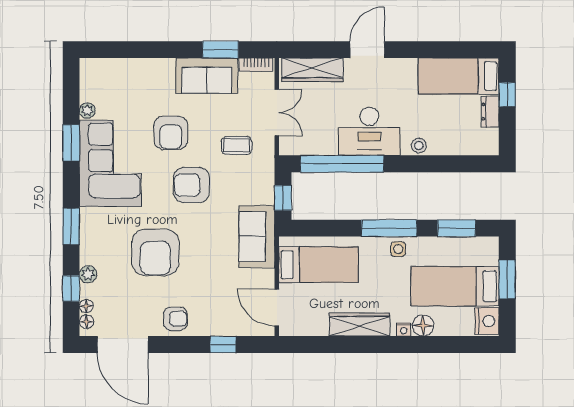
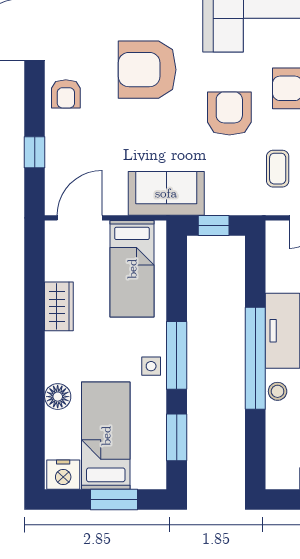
window: (342, 164) -> (255, 358), moved
wardrobe: (359, 325) -> (59, 306), width x0.67
nightstand: (404, 330) -> (53, 373), removed

